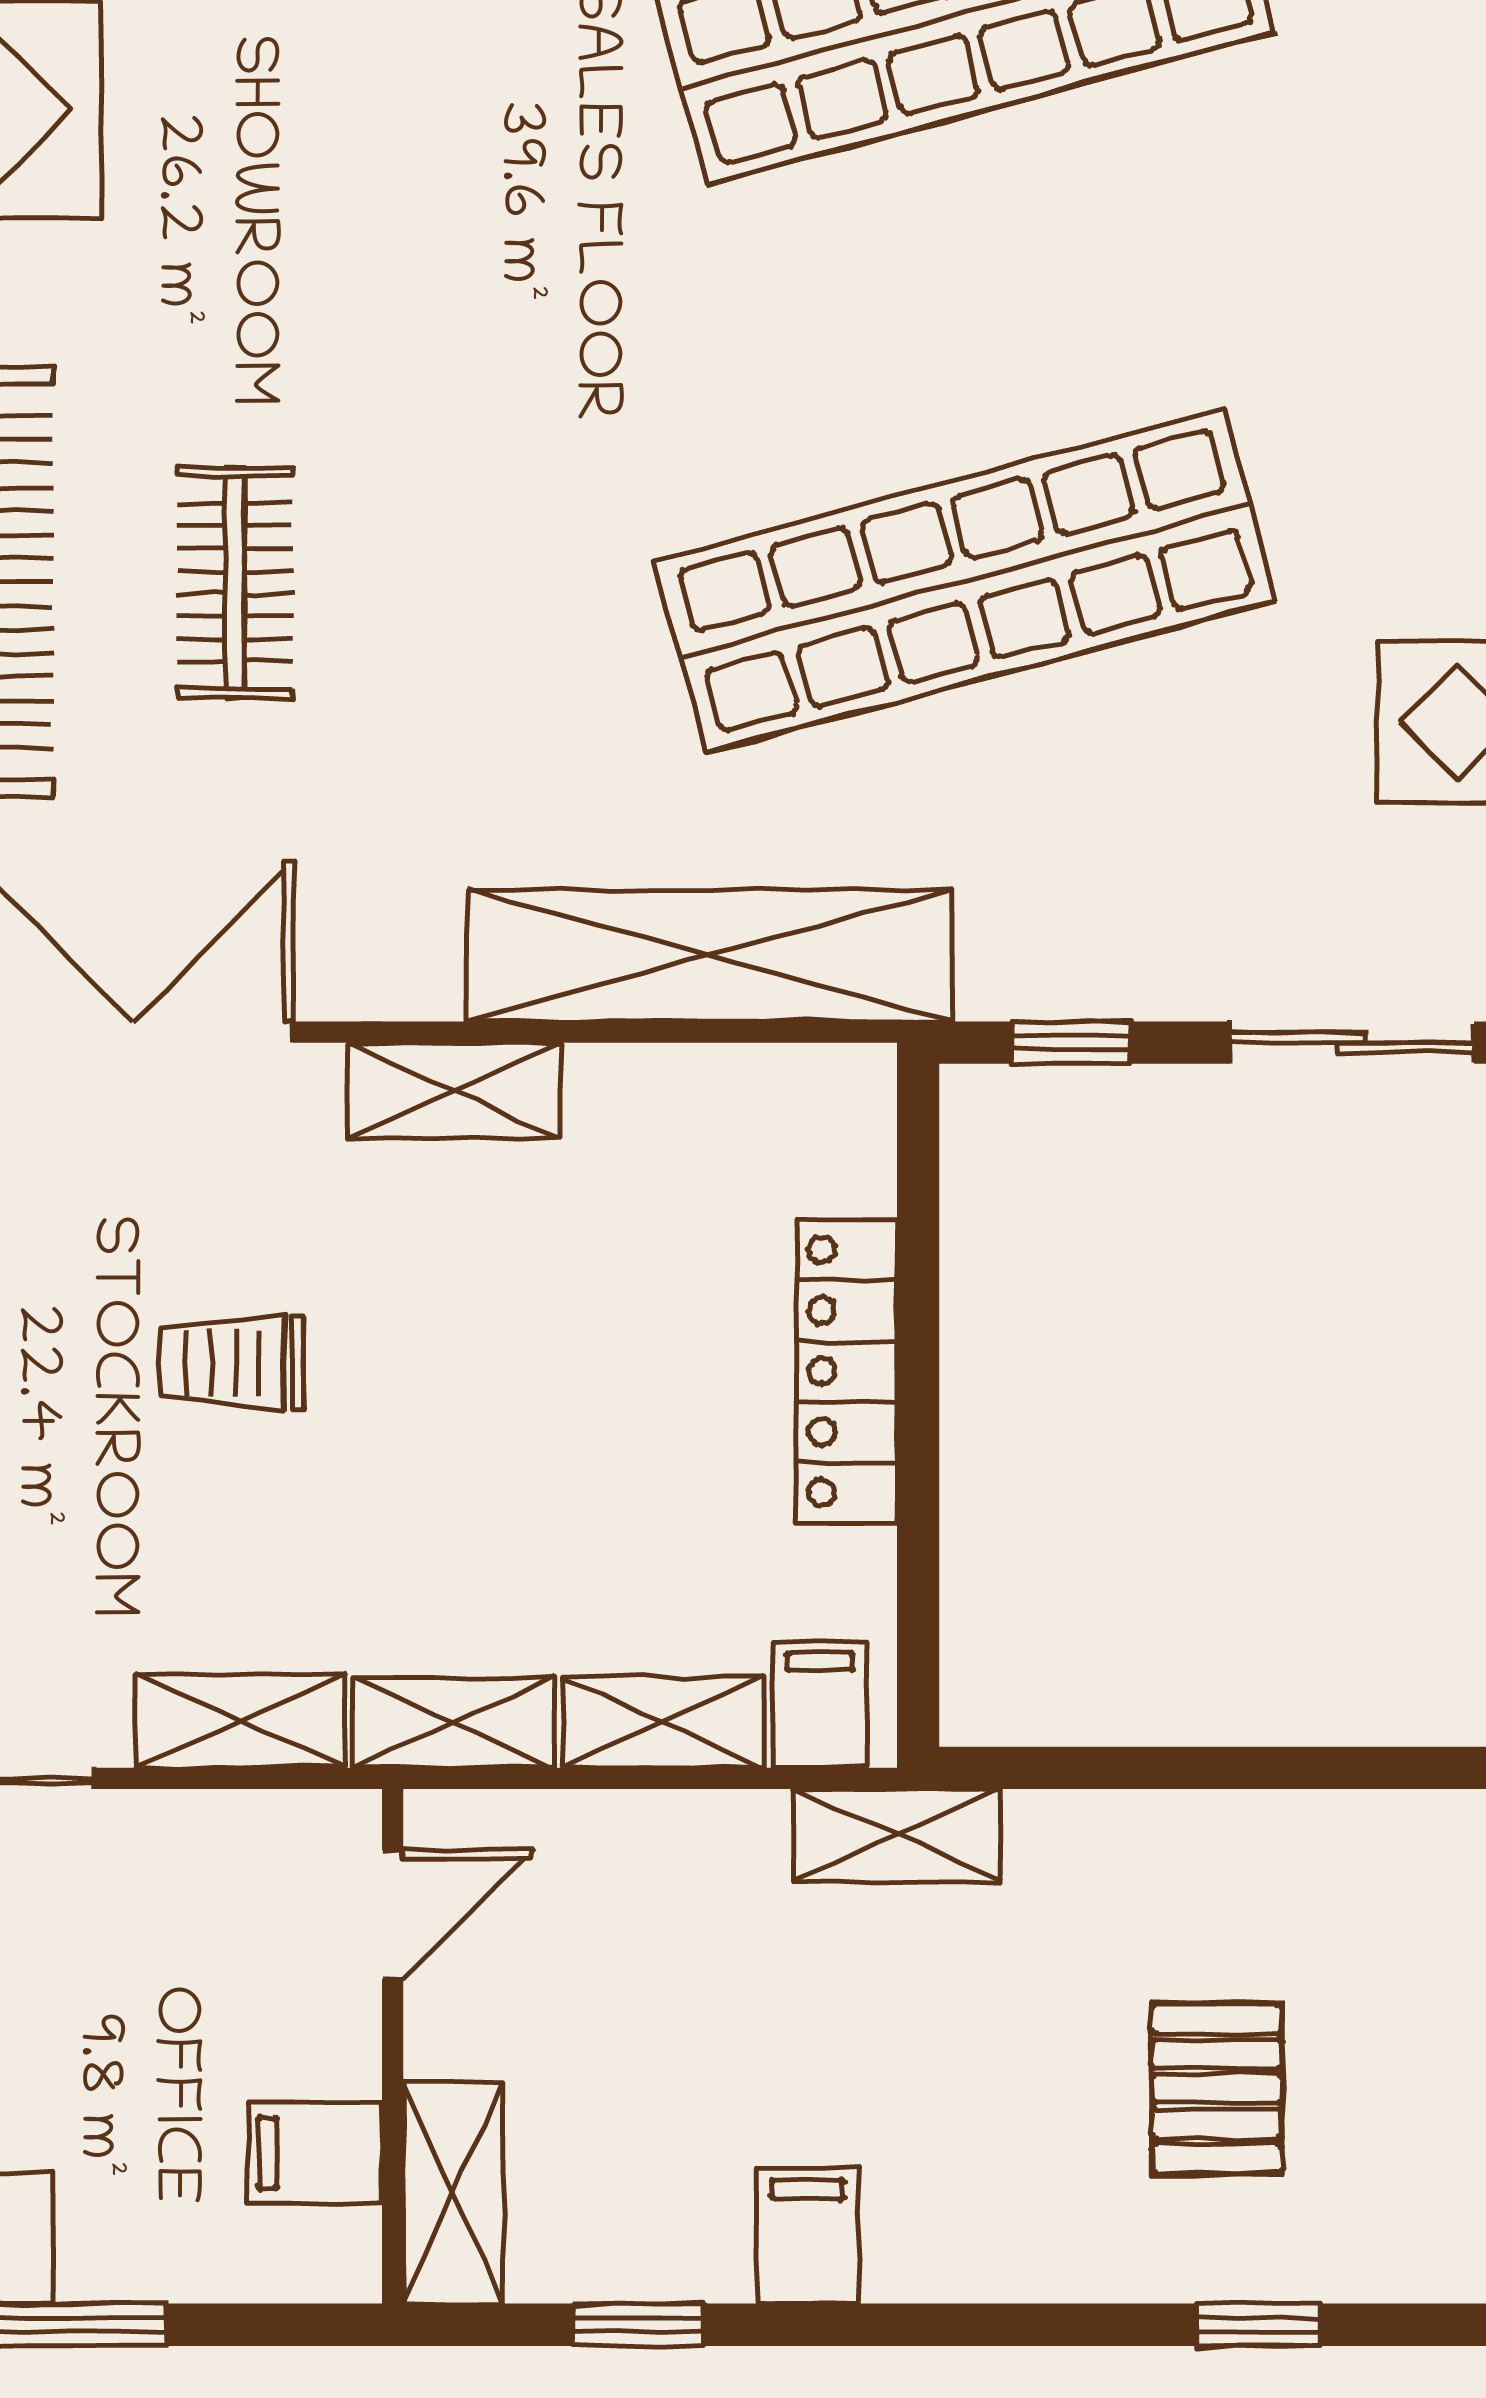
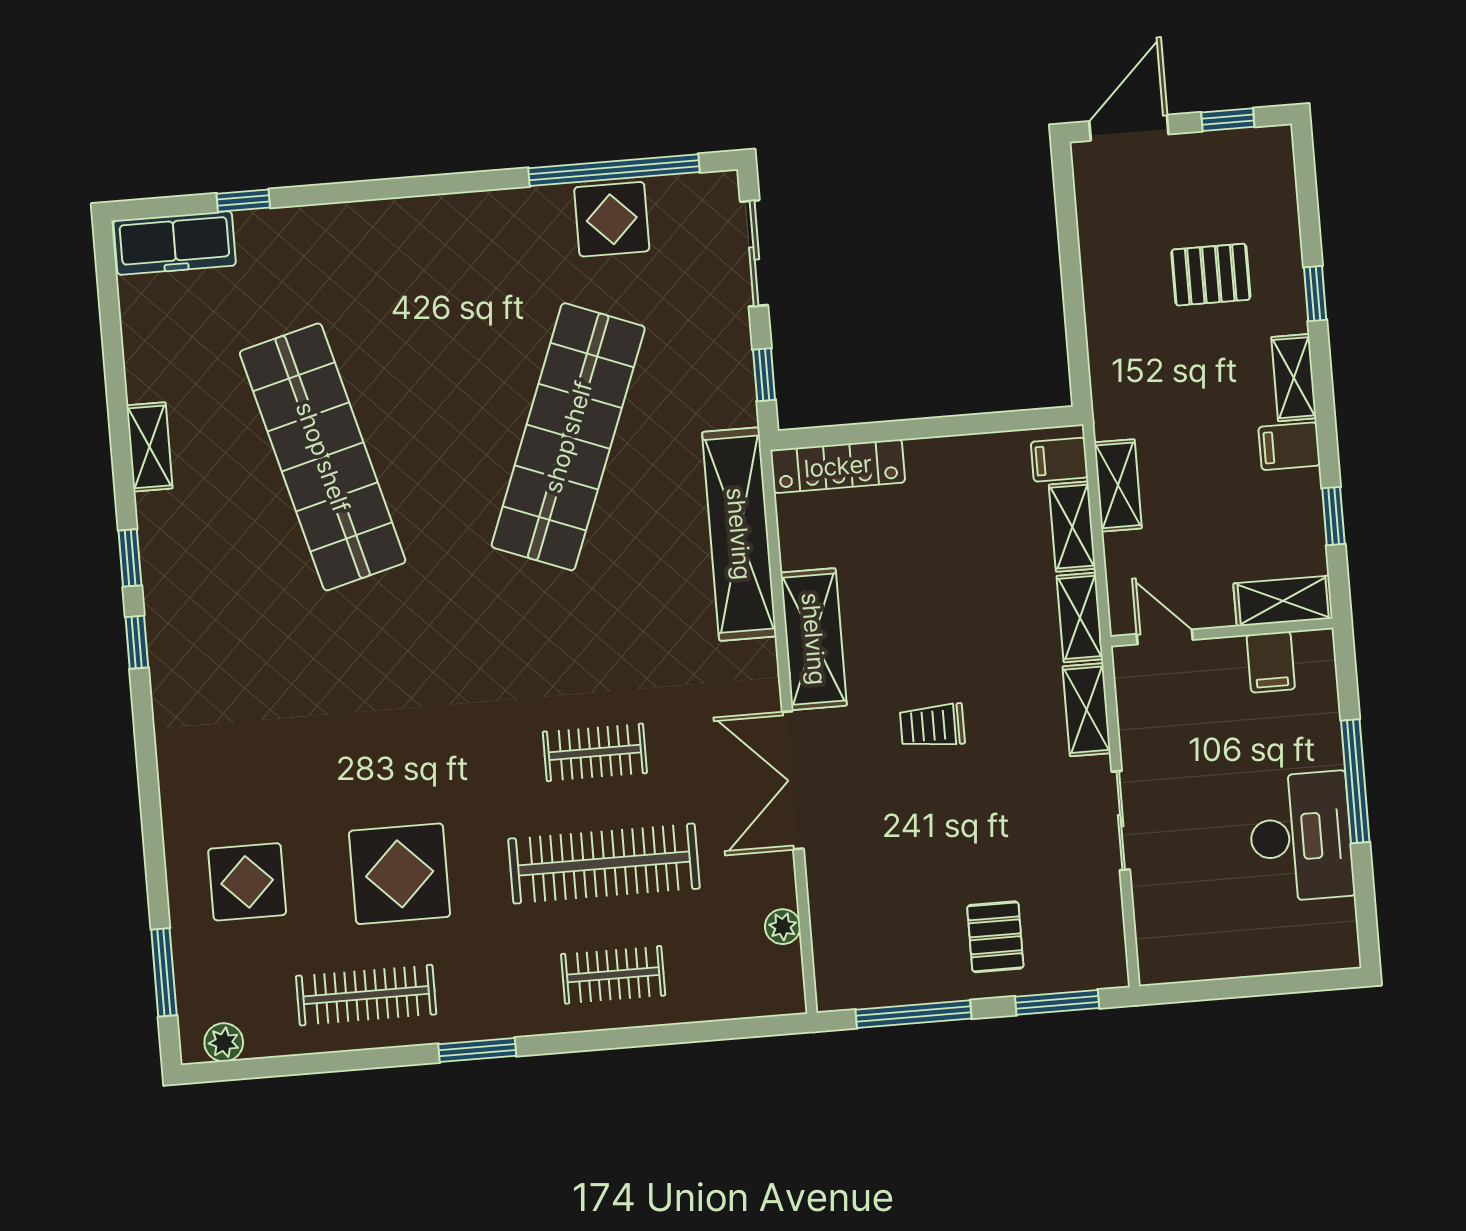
shop shelf: (965, 581) -> (568, 437), turned 36
shelving: (454, 1090) -> (814, 639), width x1.50, depth x1.33
trolley: (232, 1363) -> (932, 726), turned 90
locker: (847, 1371) -> (838, 466), moved
shelving: (897, 1835) -> (1118, 485), moved
shelving: (964, 2260) -> (1294, 378), added
window: (1259, 2325) -> (1315, 294), moved

